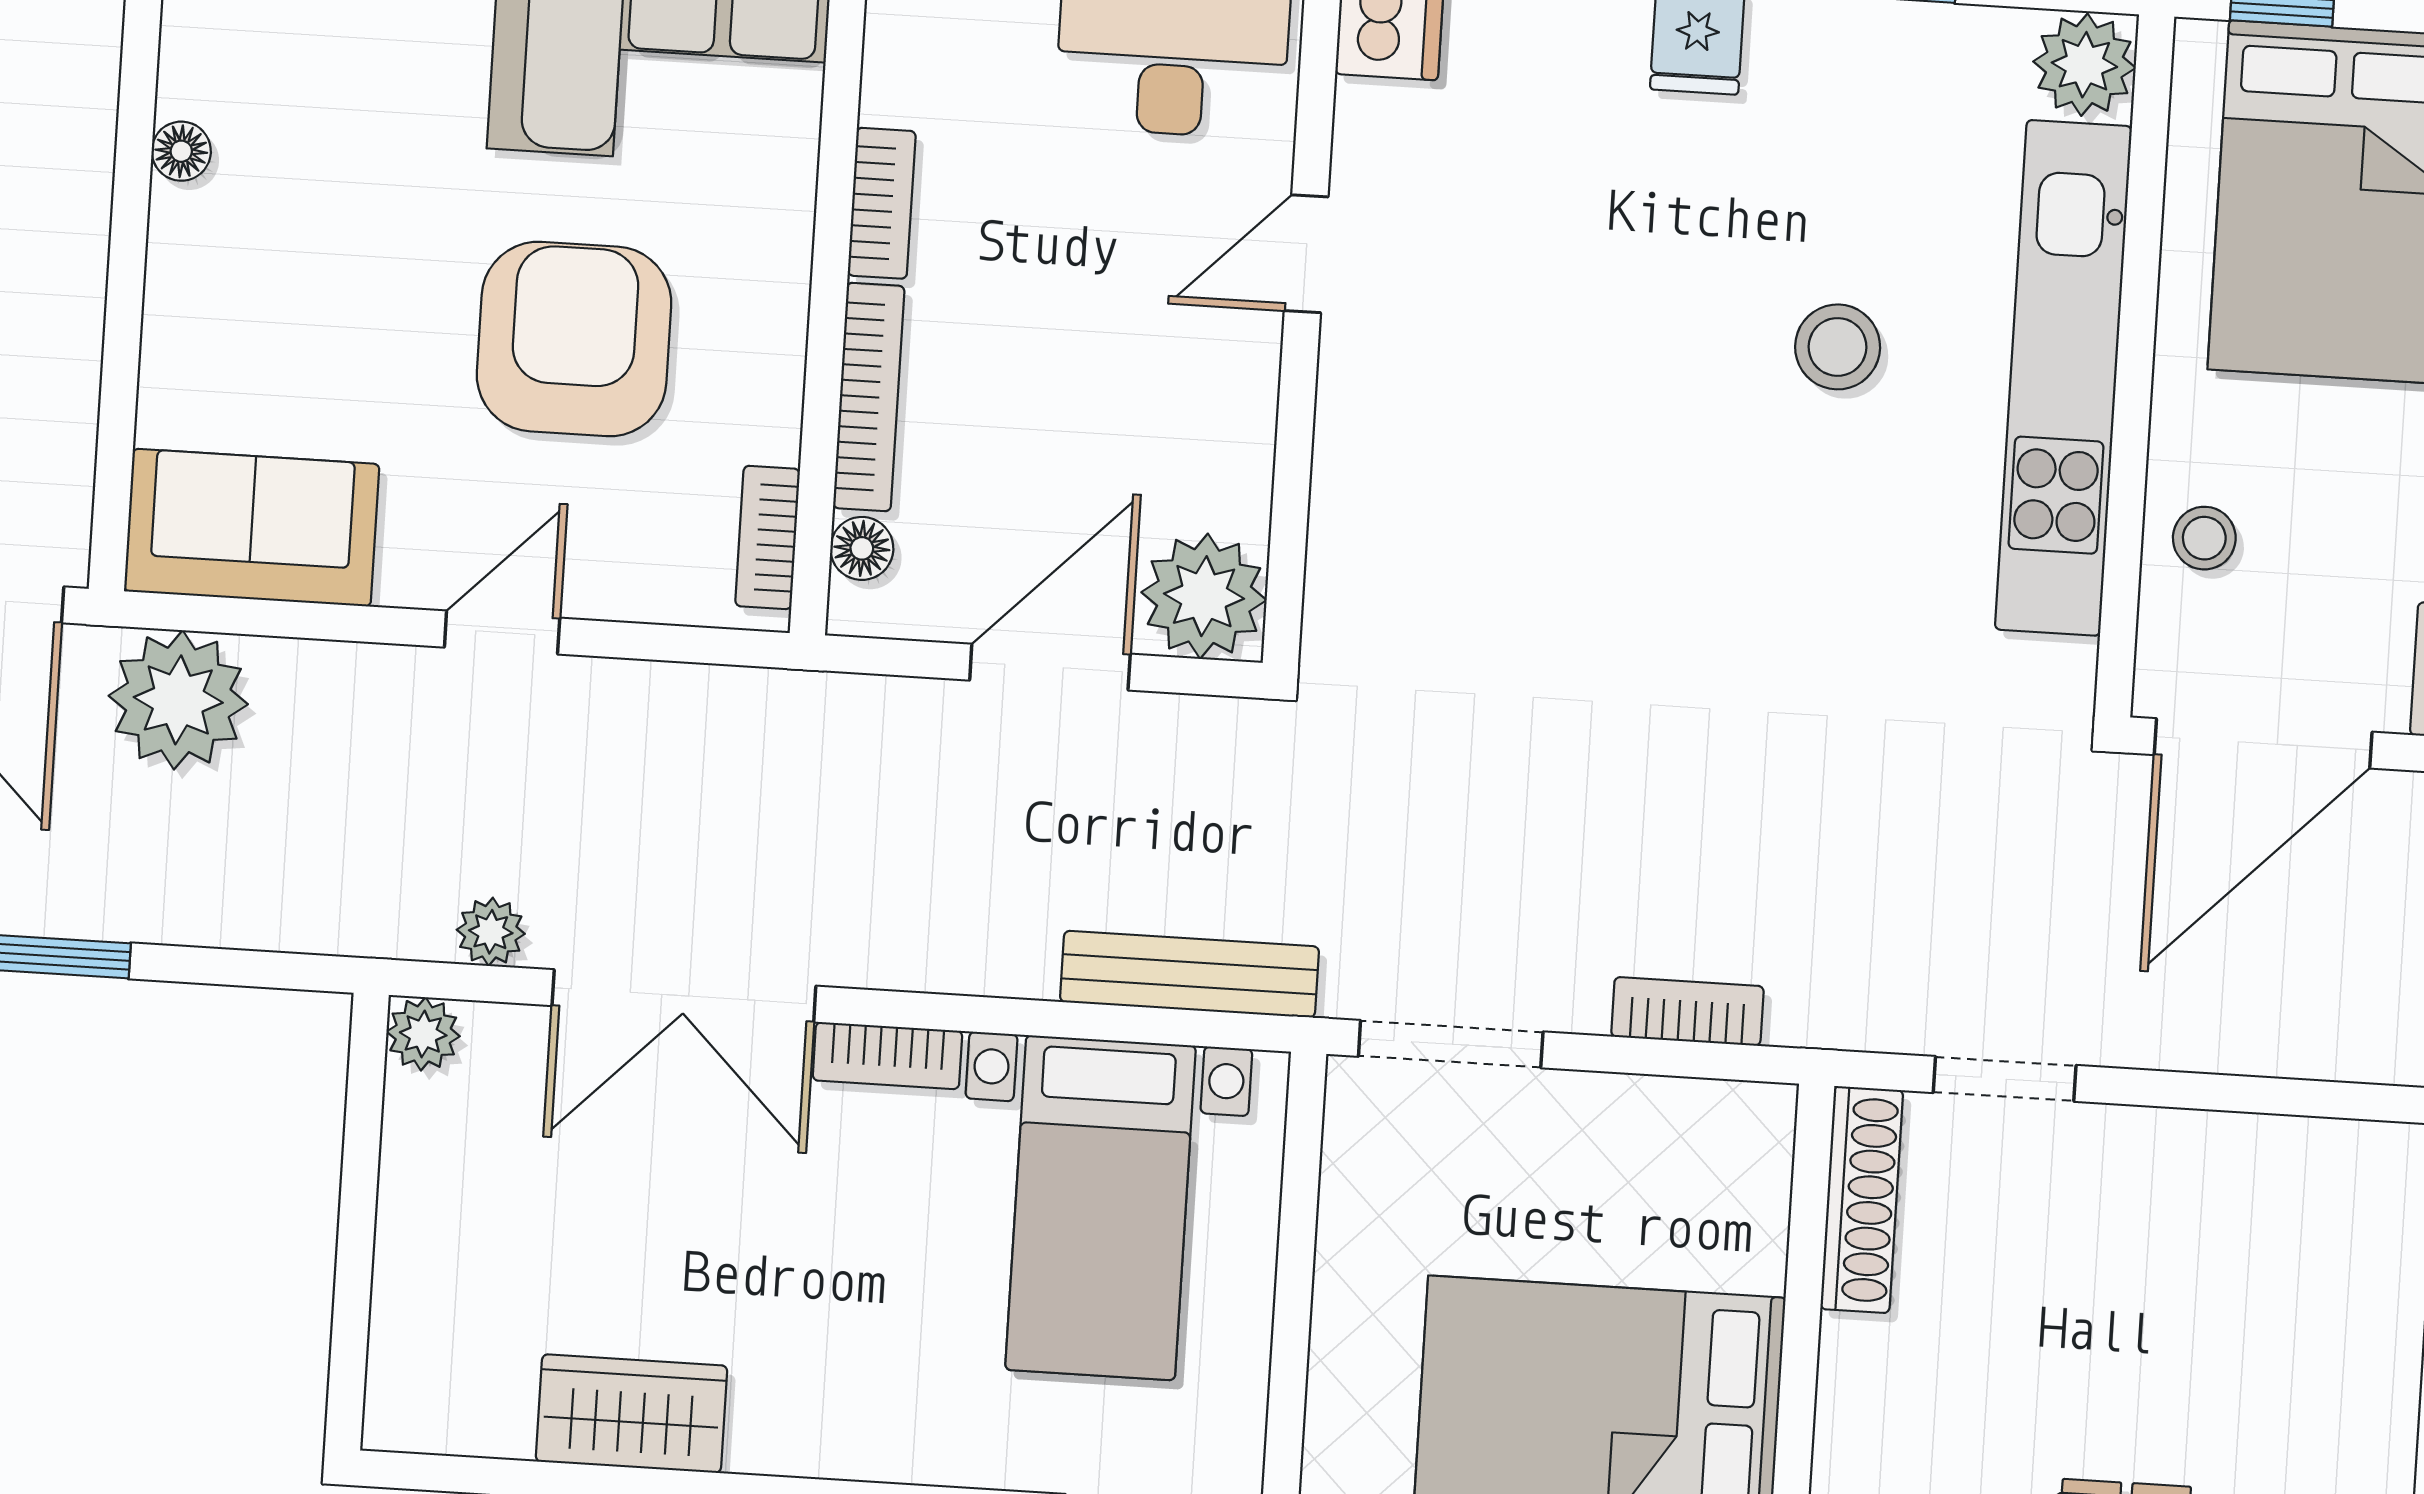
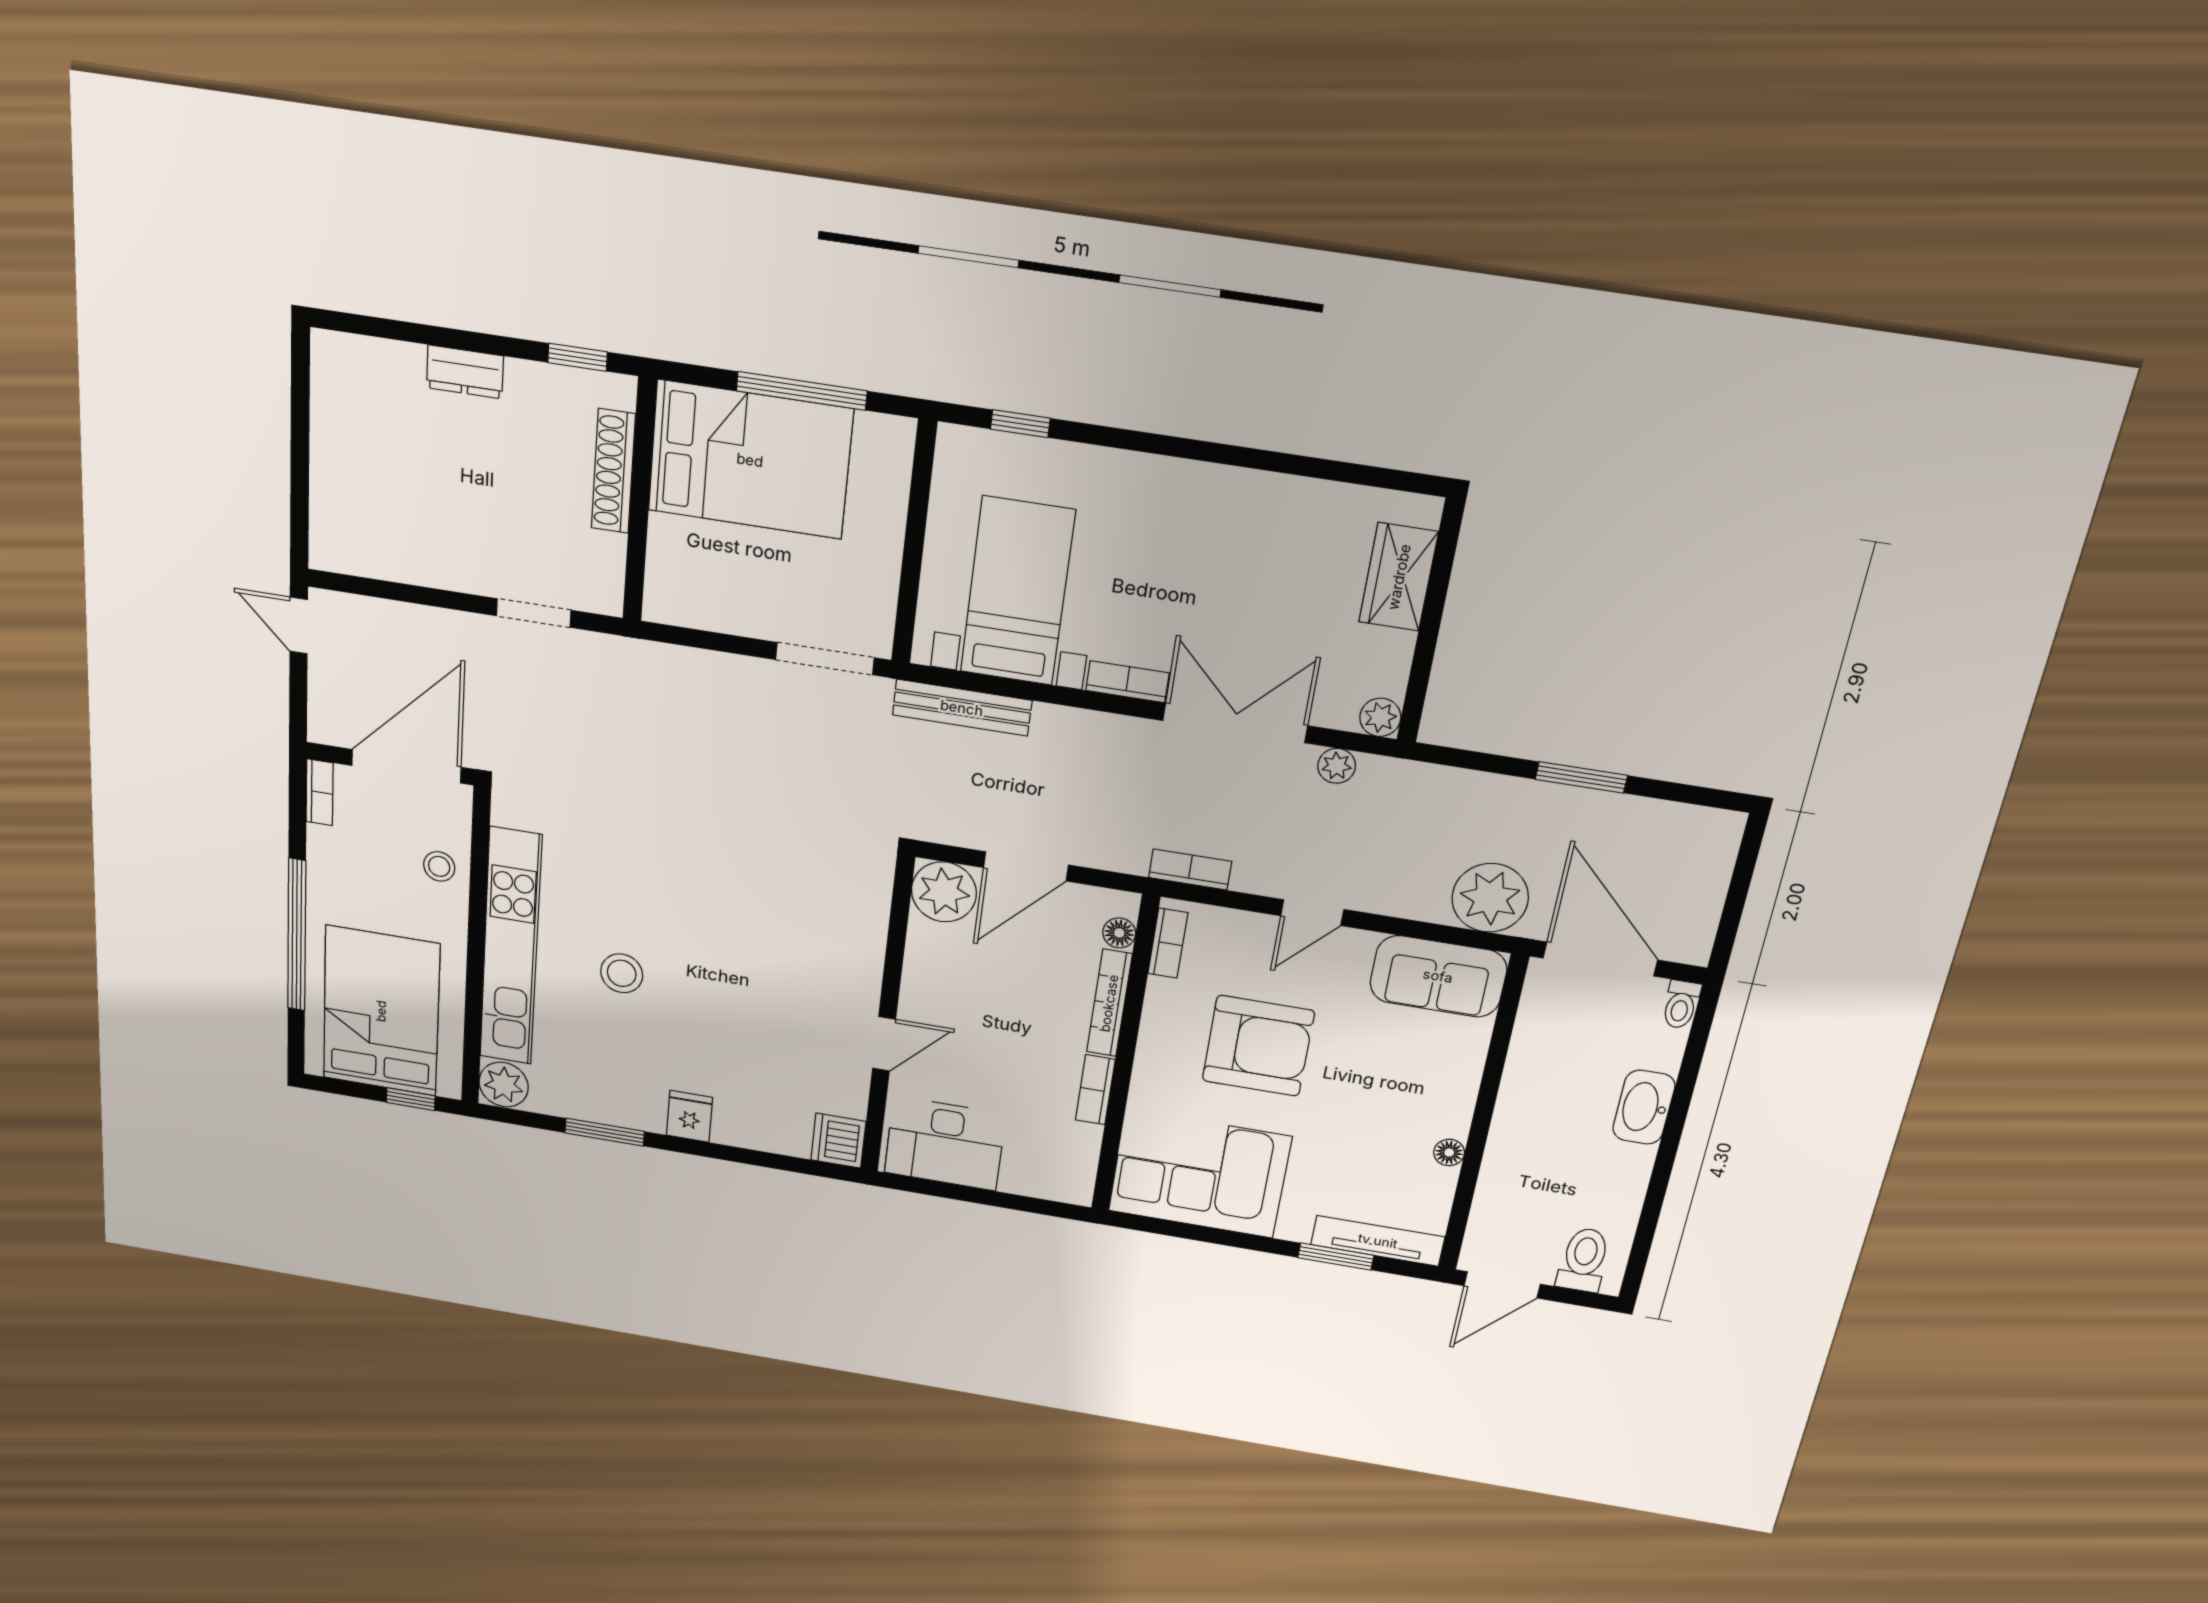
armchair: (574, 339) -> (1258, 1046), turned -90
bookcase: (1687, 1011) -> (1190, 870), moved, turned 180
shoe rack: (1862, 1200) -> (613, 471), moved
wardrobe: (632, 1414) -> (1399, 577), moved, turned 90

